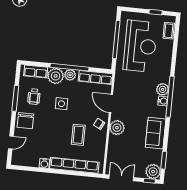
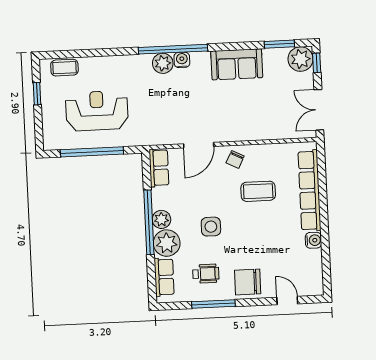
reception desk: (140, 46) -> (97, 111), width x0.74, depth x0.77
row of seats: (96, 77) -> (159, 168), width x0.68
chair: (25, 121) -> (248, 282), turned 180
plant: (117, 128) -> (237, 129), removed

